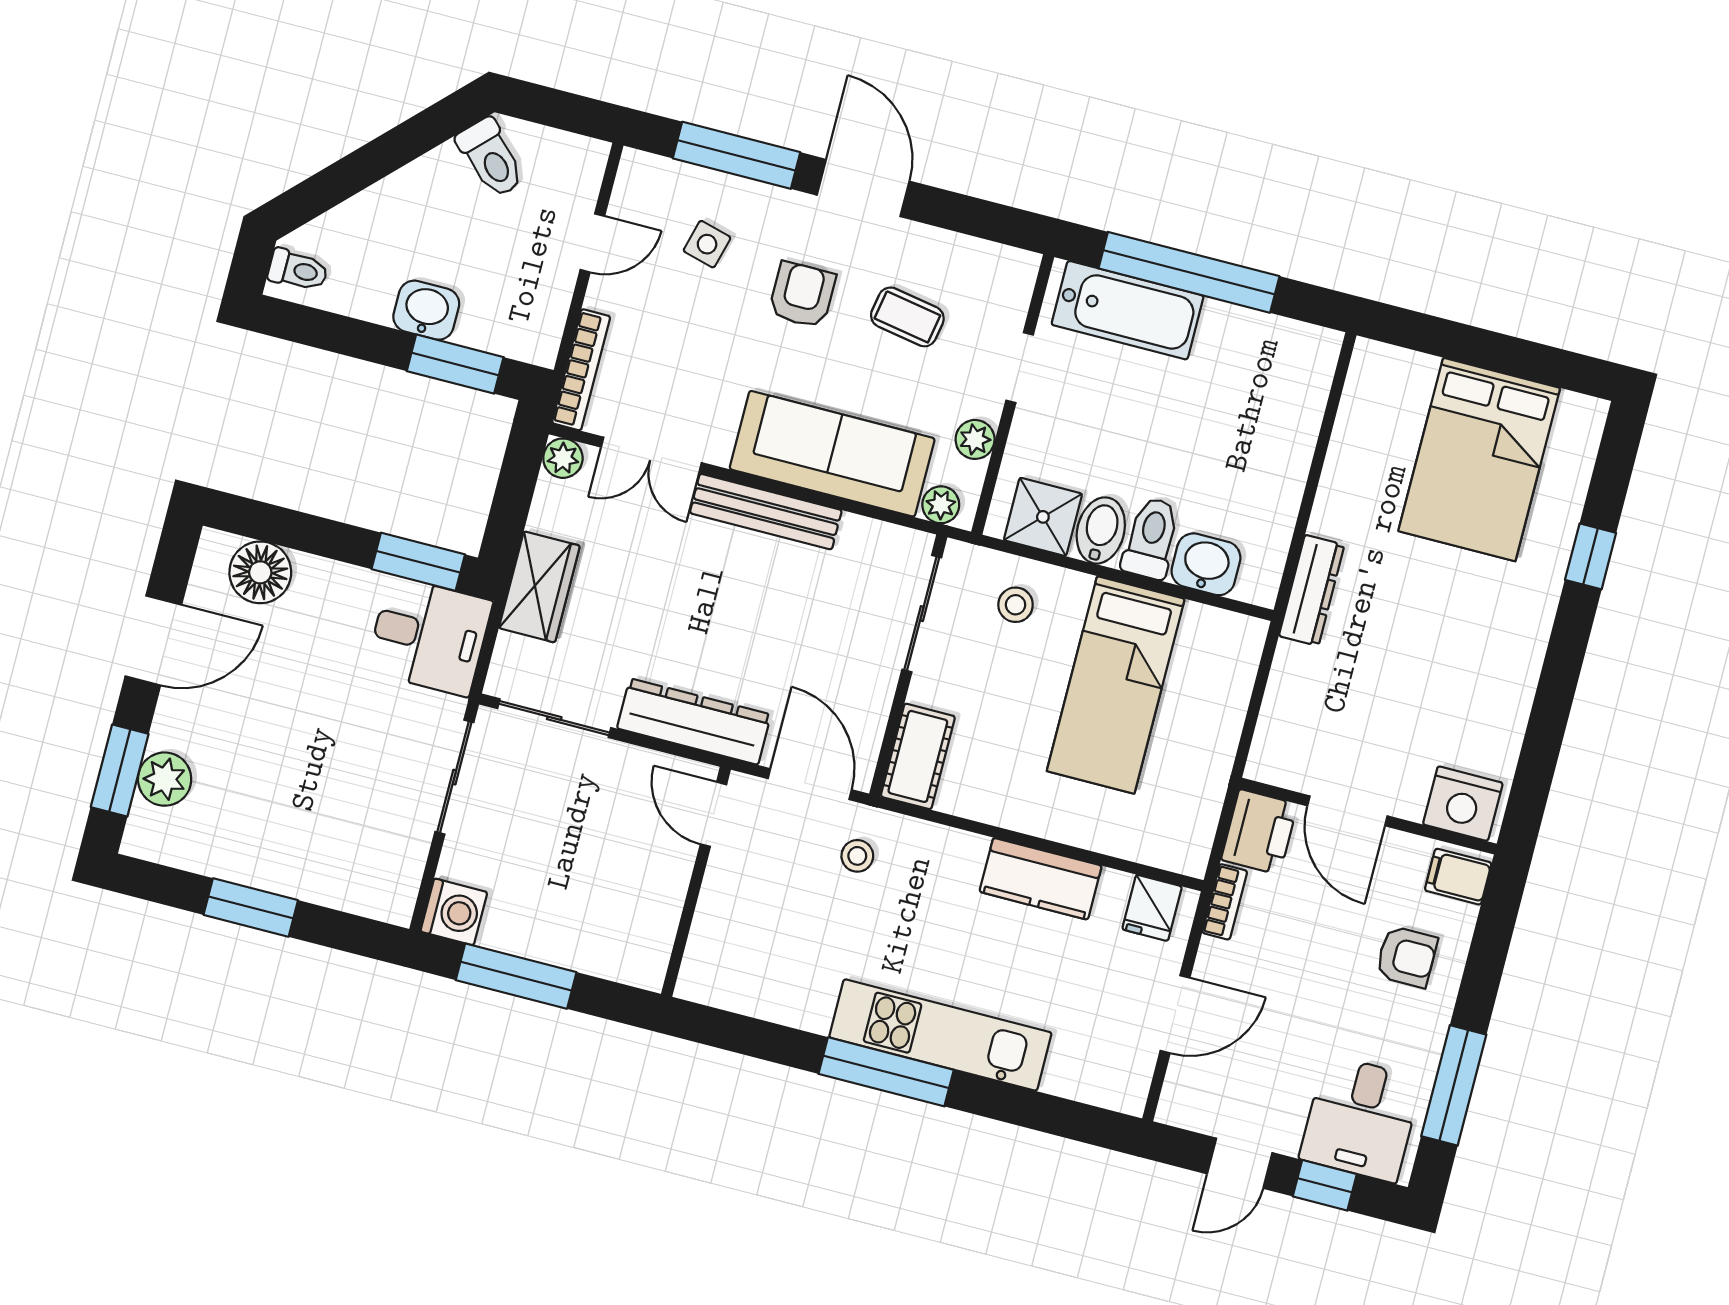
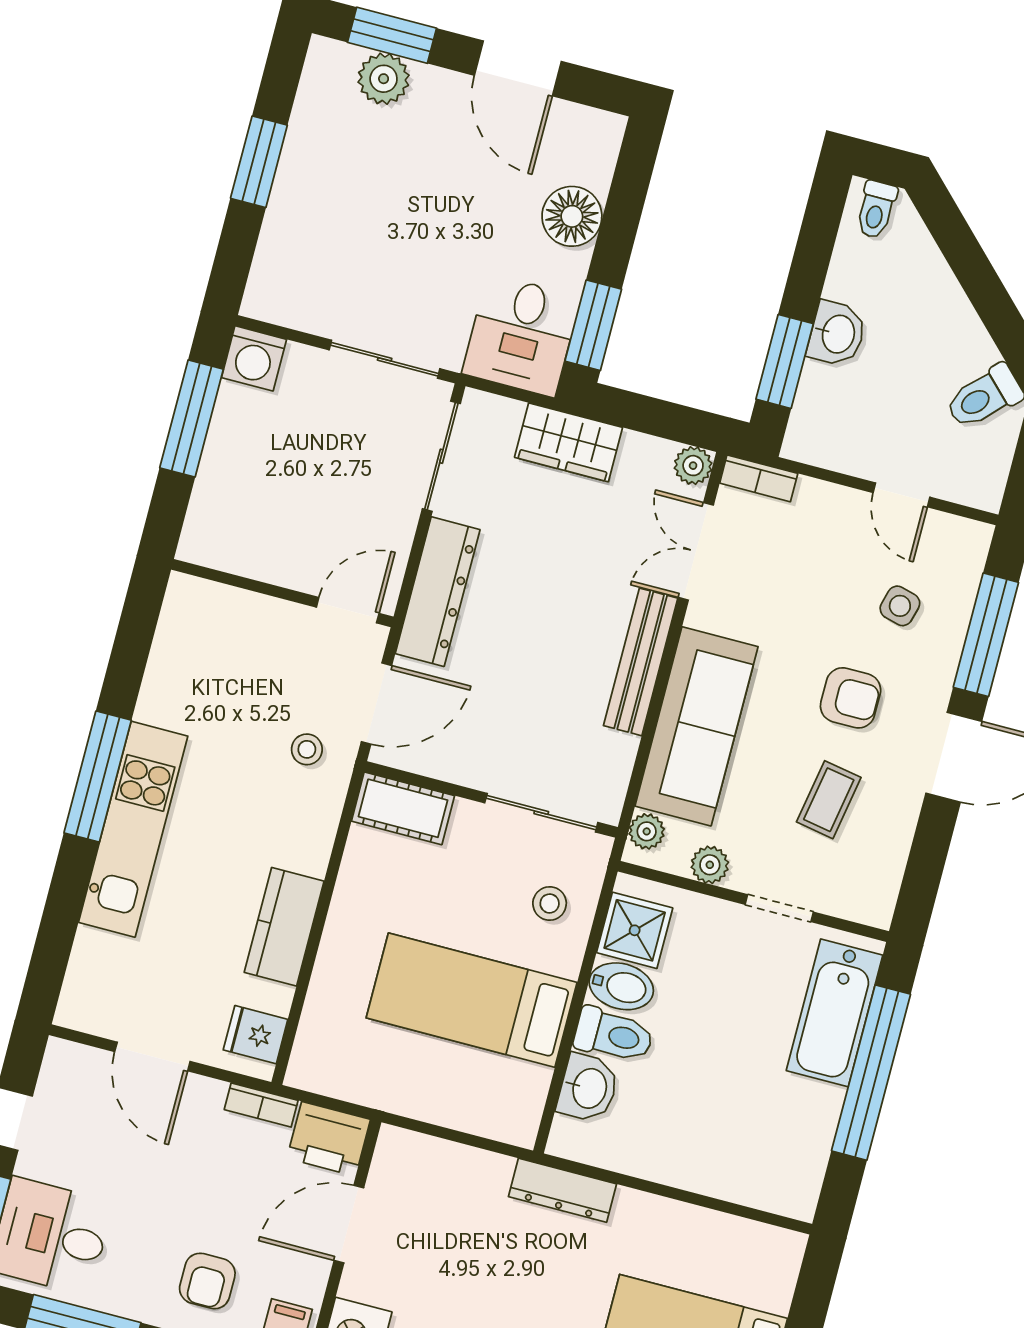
bookcase: (581, 370) -> (759, 478), width x0.64
floor lamp: (260, 572) -> (572, 216), moved

